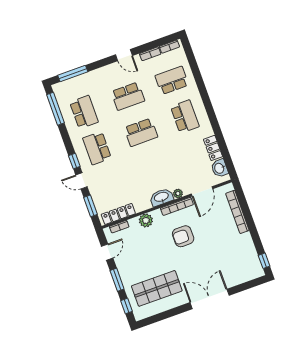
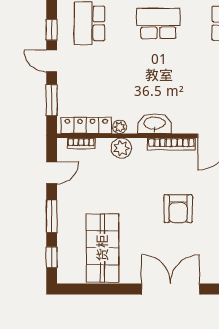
school desk: (141, 132) -> (158, 23), turned 180
plant: (178, 194) -> (120, 127), moved
armchair: (183, 236) -> (178, 209), moved, turned -90
shop shelf: (157, 288) -> (102, 248), turned 90

